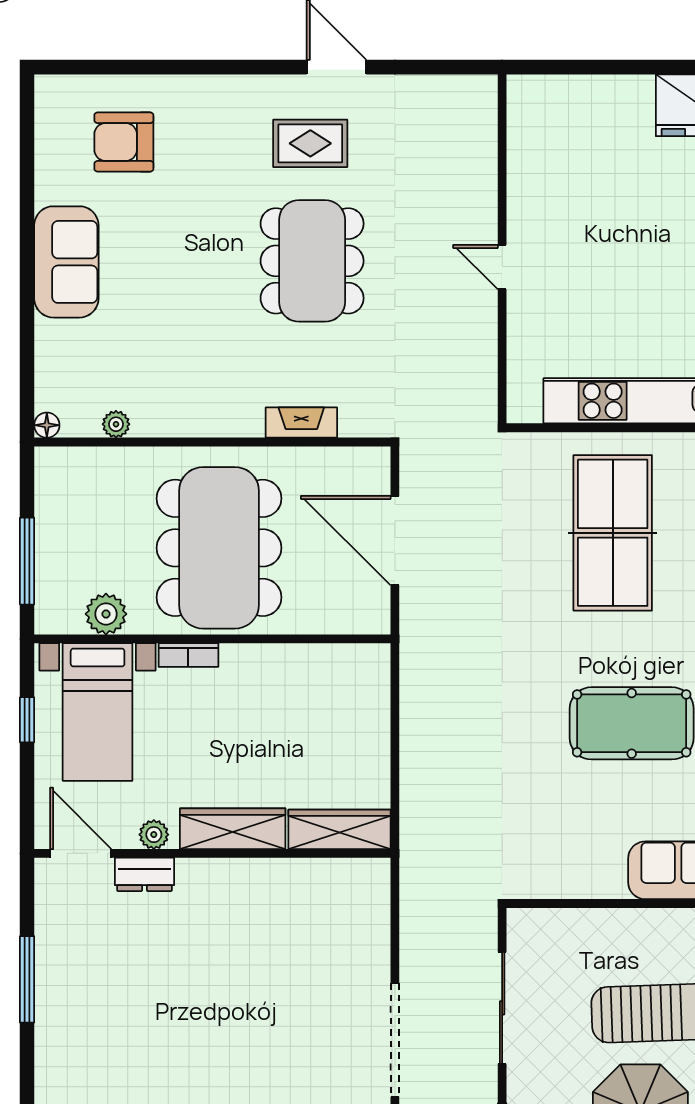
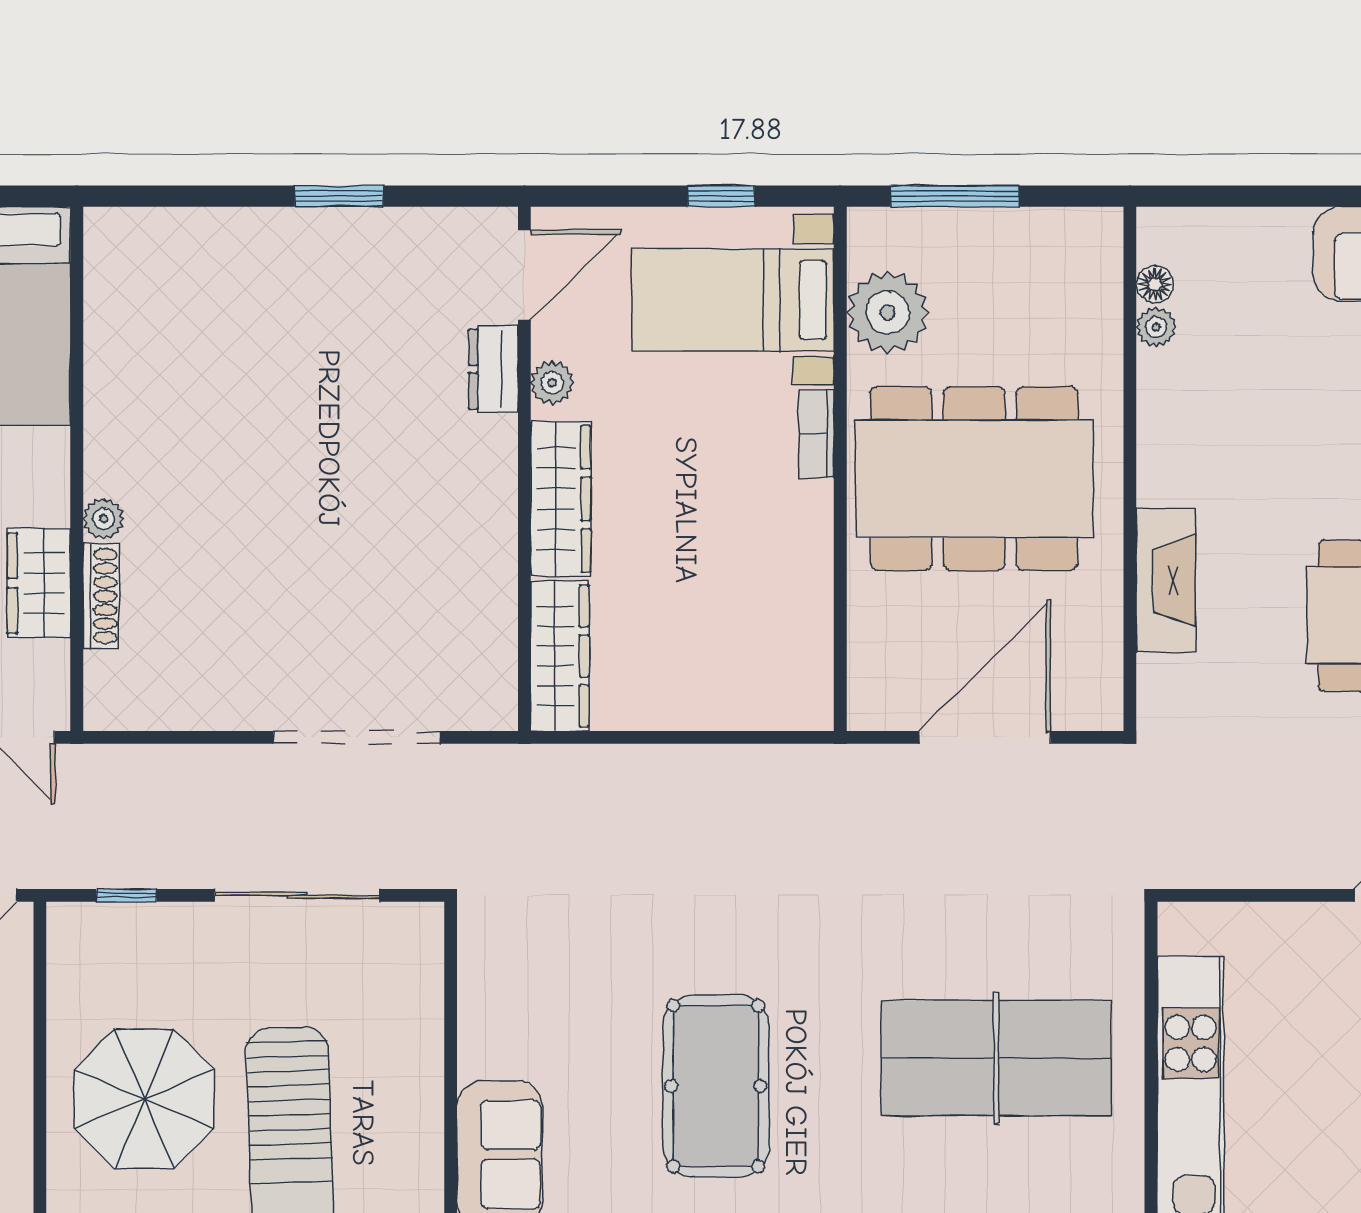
fireplace: (301, 423) -> (1166, 580), width x1.37, depth x1.32
floor lamp: (47, 425) -> (1155, 284), moved
plant: (106, 614) -> (888, 312), width x1.36, depth x1.36
window: (27, 979) -> (339, 196), width x0.69
doorway: (395, 1040) -> (357, 737), moved

